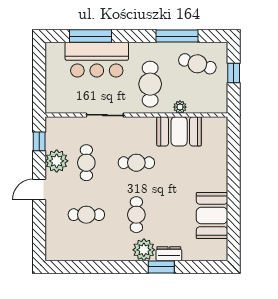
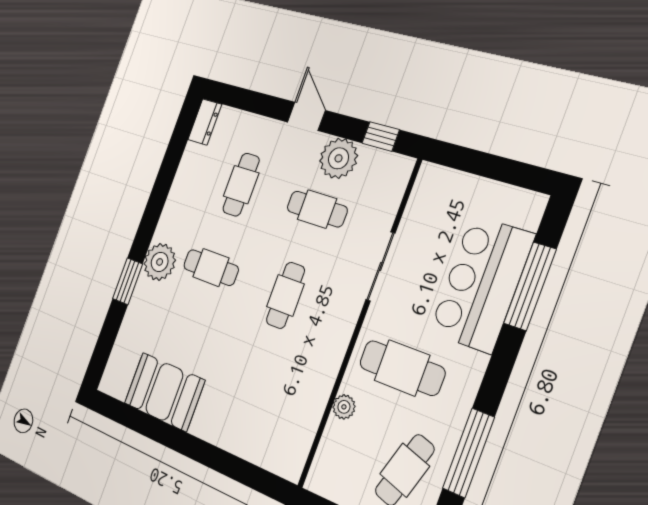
booth: (179, 131) -> (306, 389), removed
dresser: (169, 254) -> (205, 122), moved

